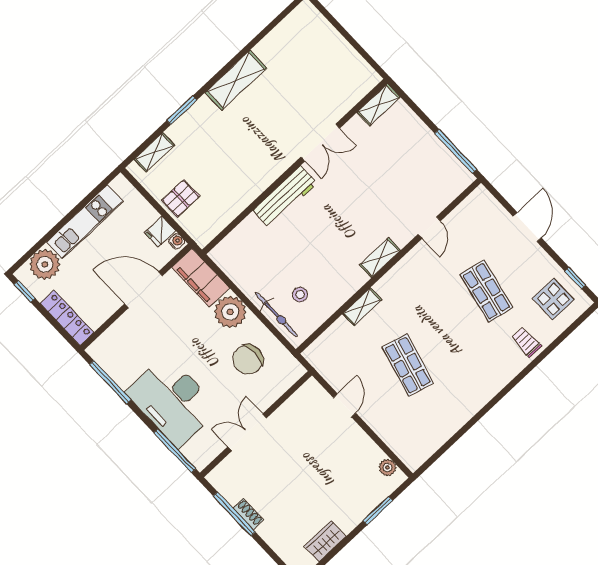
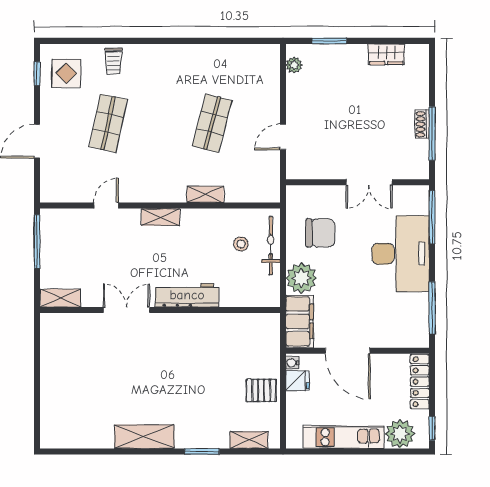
shelving: (379, 105) -> (60, 298), moved
double door: (320, 143) -> (126, 310), moved
wall: (295, 167) -> (160, 310), moved
workbench: (285, 197) -> (187, 295), moved

